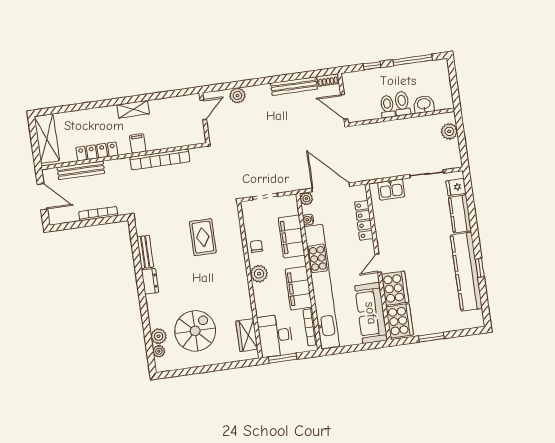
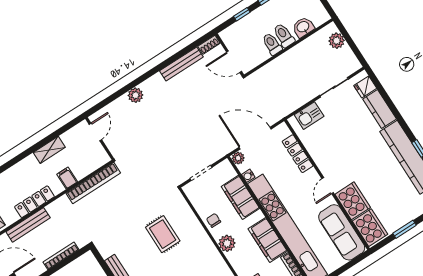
door: (203, 110) -> (95, 132), moved
wall: (204, 118) -> (100, 139), moved

